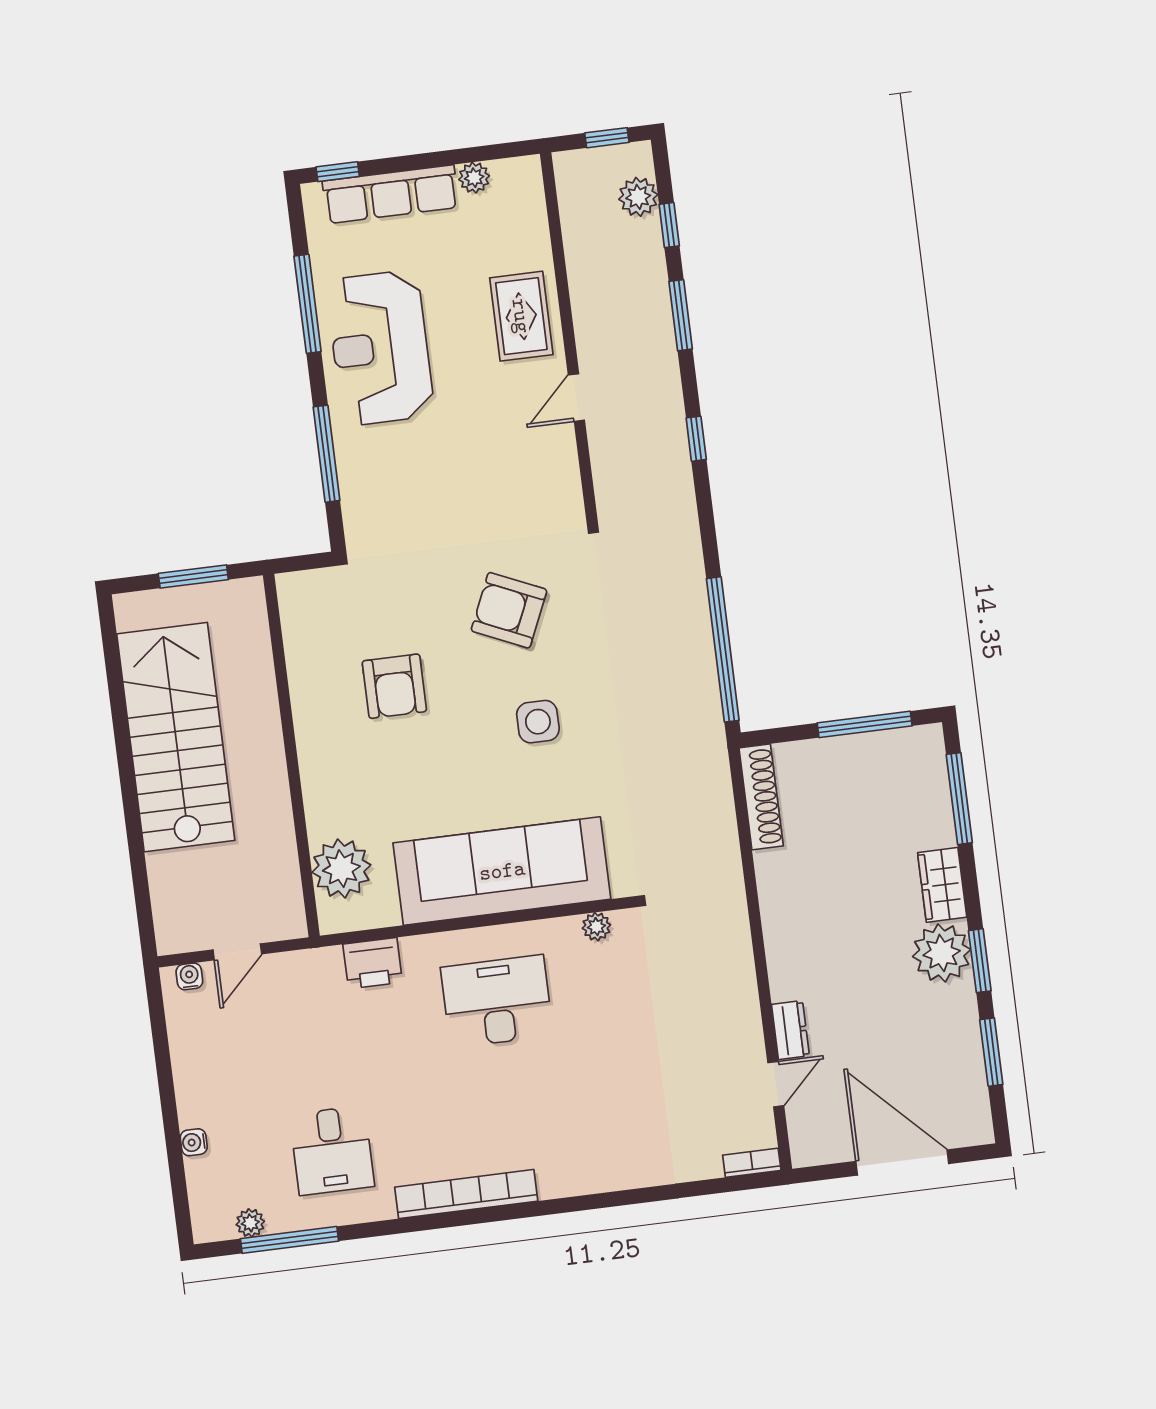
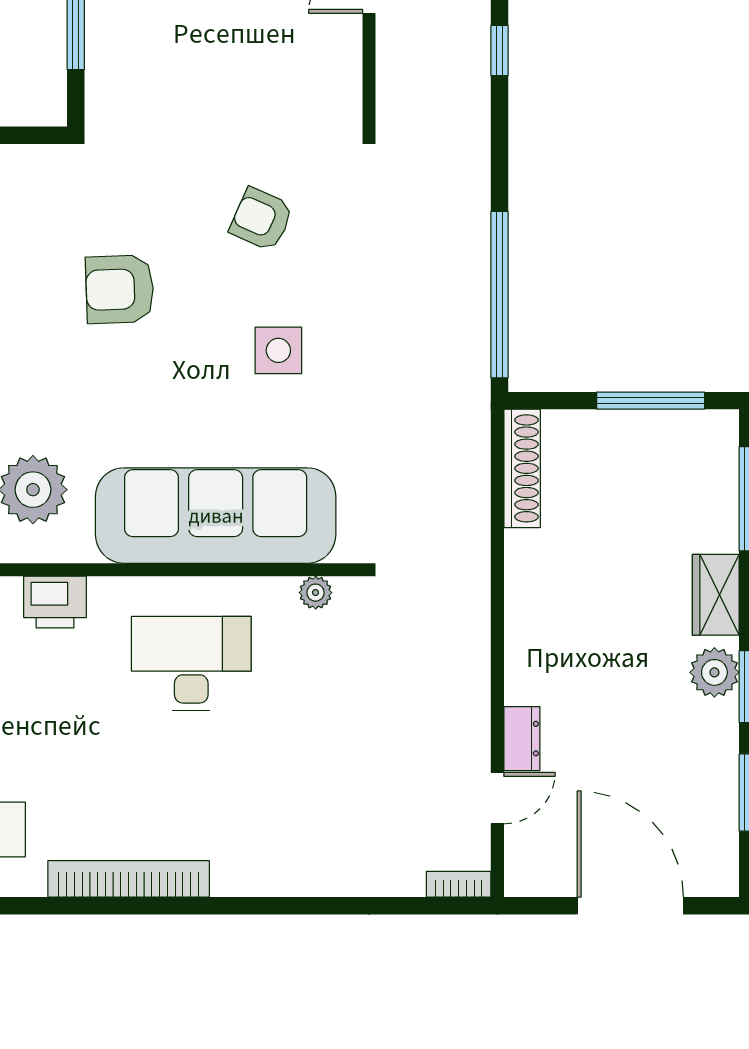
armchair: (509, 610) -> (261, 219), width x0.72, depth x0.72
armchair: (394, 686) -> (120, 289), turned 88
plant: (942, 953) -> (714, 672), width x0.73, depth x0.73

